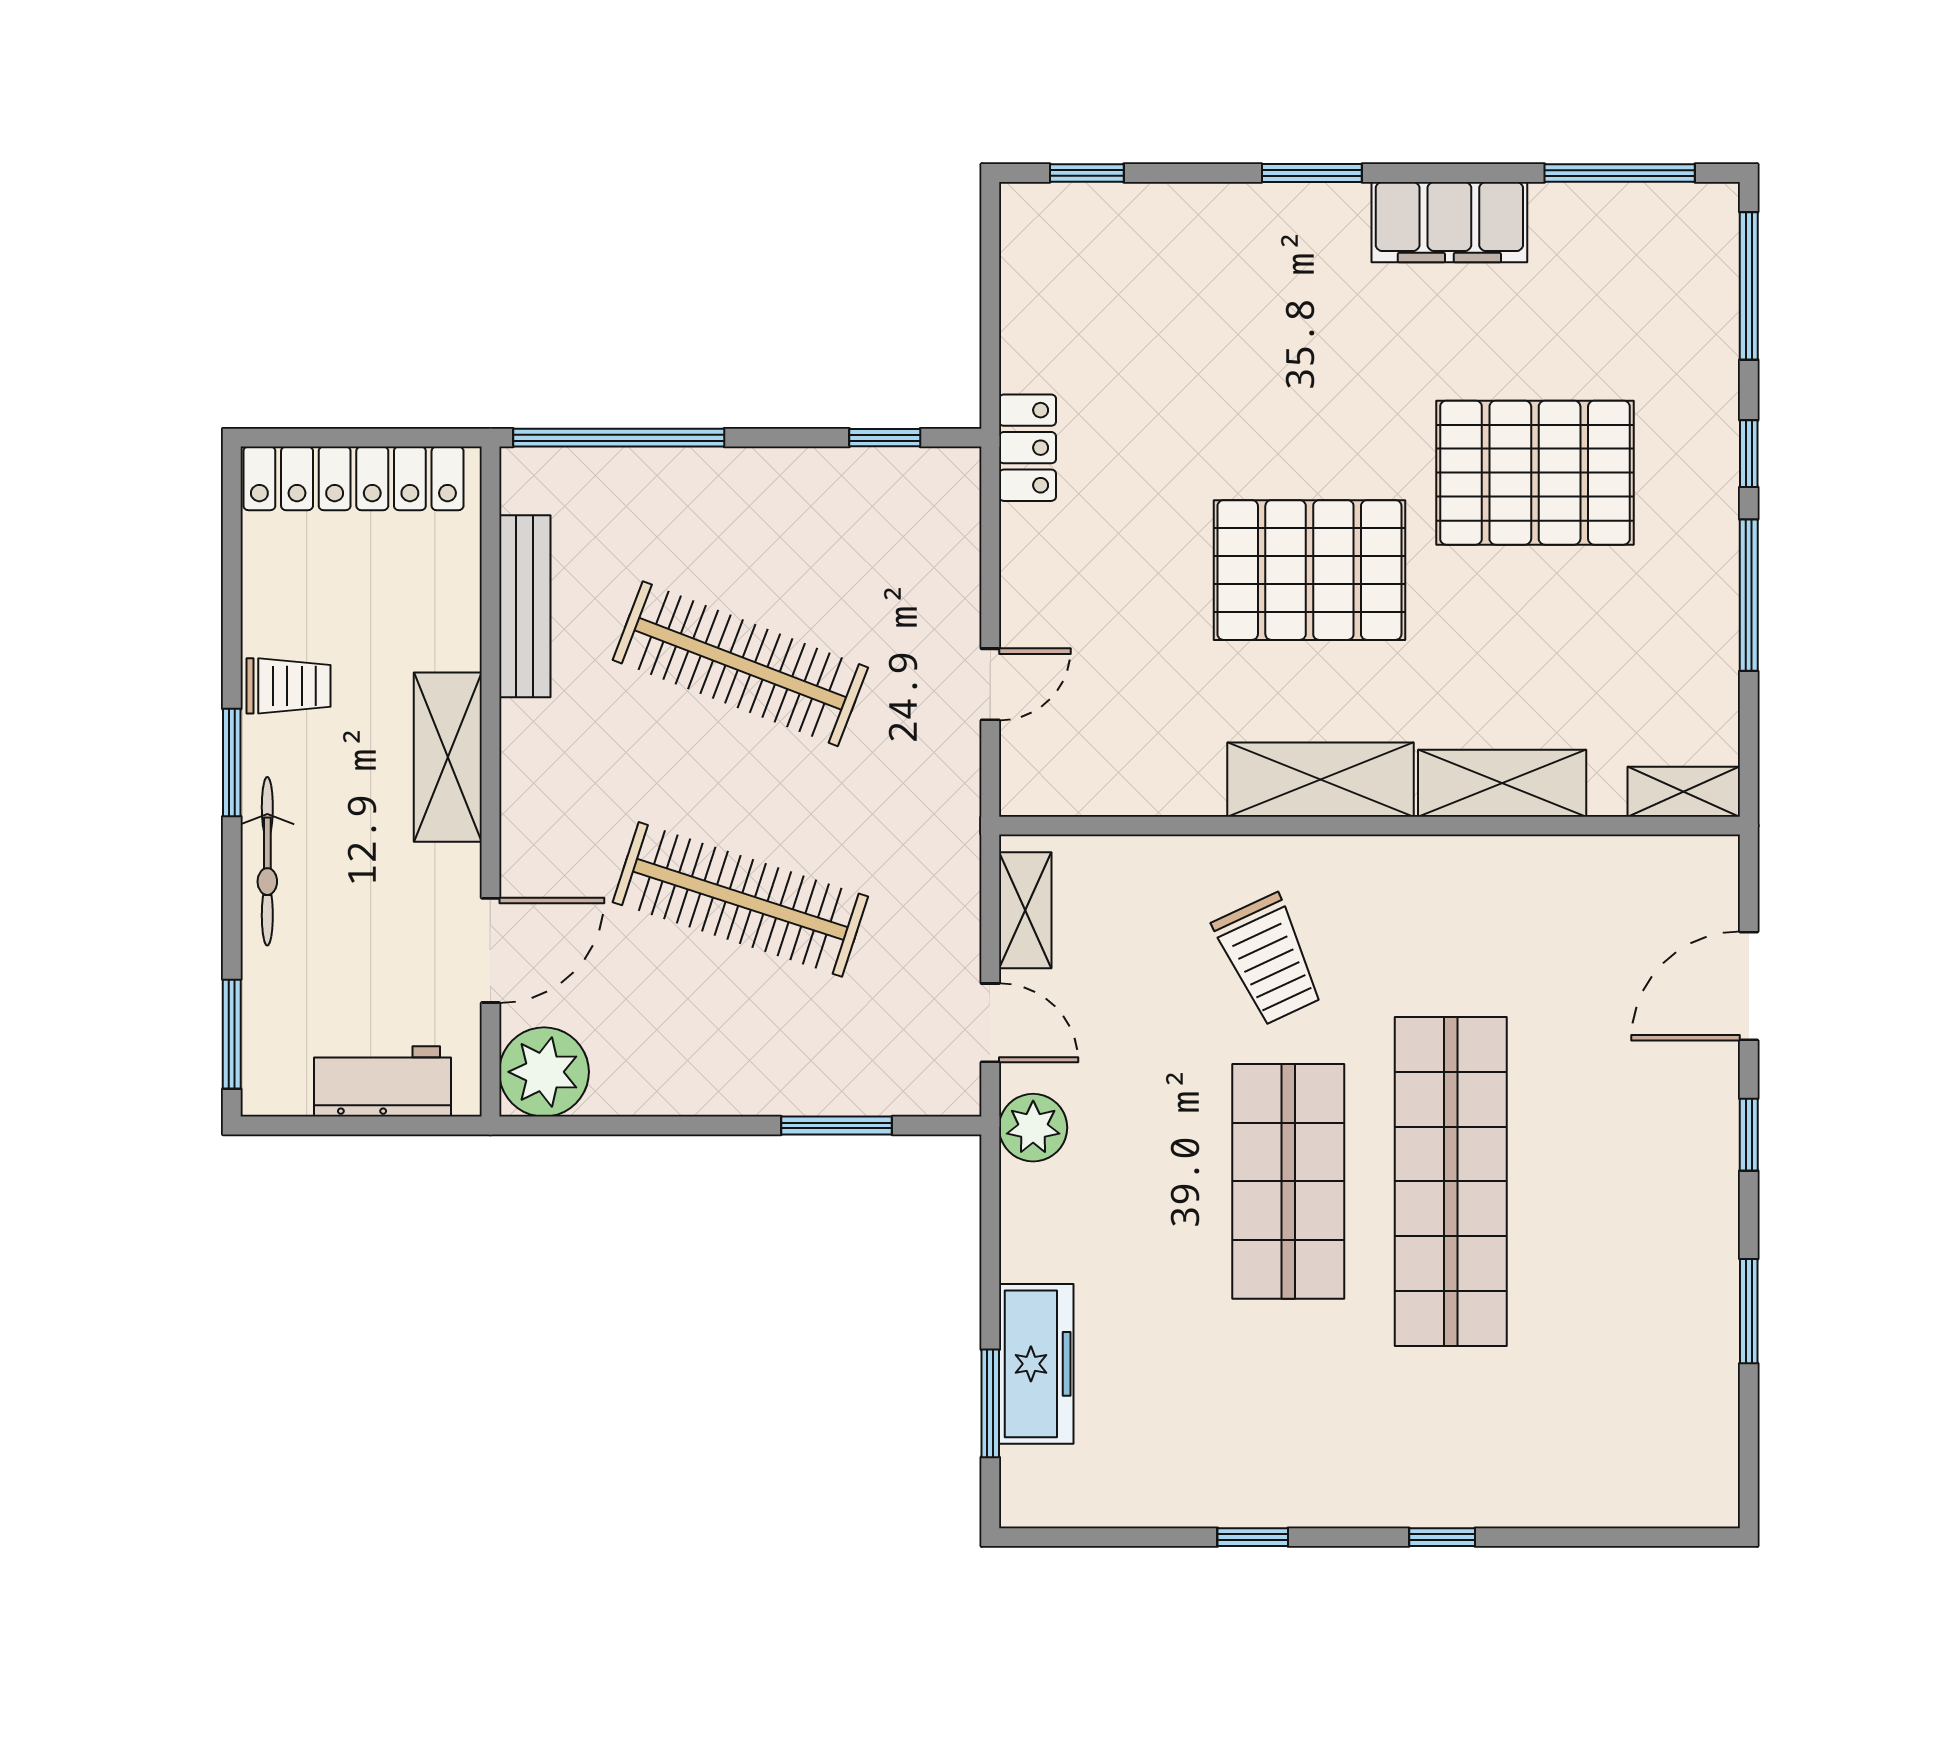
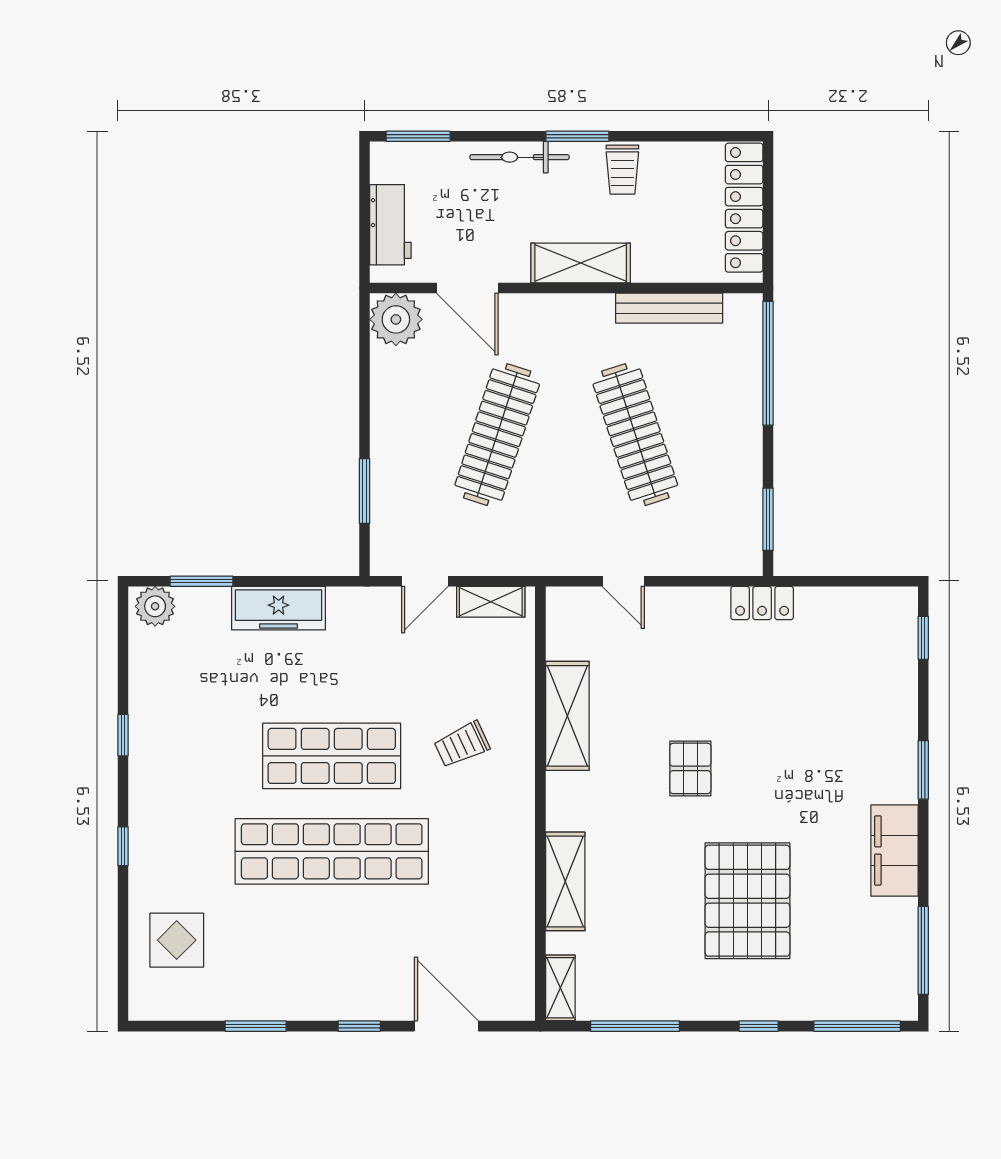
window: (885, 438) -> (768, 519), width x1.50
pallet: (1309, 570) -> (690, 768), width x0.49, depth x0.50
window: (1749, 595) -> (635, 1026), moved
clothes rail: (740, 664) -> (635, 435), turned -39
shelving: (1320, 780) -> (567, 716), moved
trolley: (1269, 960) -> (462, 744), width x0.73, depth x0.72
plant: (1033, 1128) -> (155, 606), moved
freezer: (1036, 1364) -> (279, 608), moved
display table: (1602, 1446) -> (177, 940), added

